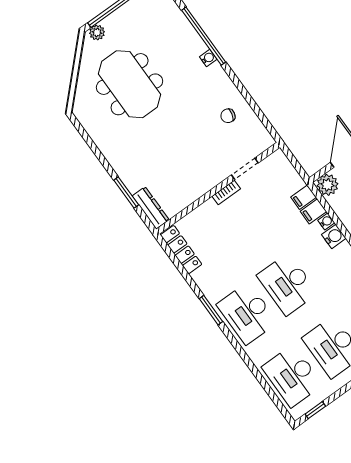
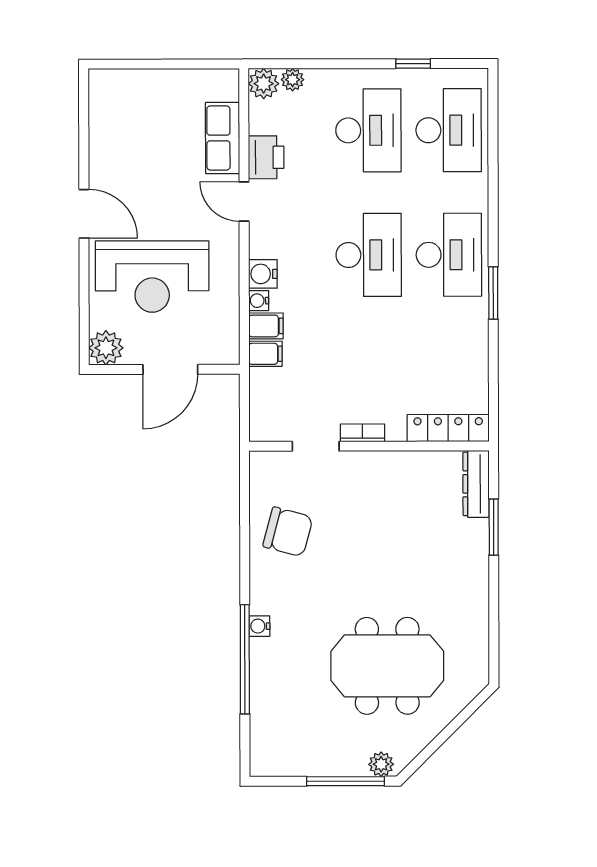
meeting table: (130, 84) -> (387, 666), turned 90
chair: (228, 116) -> (288, 532), width x1.87, depth x1.87
plant: (328, 185) -> (222, 347), removed
locker: (181, 250) -> (448, 428), moved, turned 90
window: (315, 410) -> (413, 64), moved

